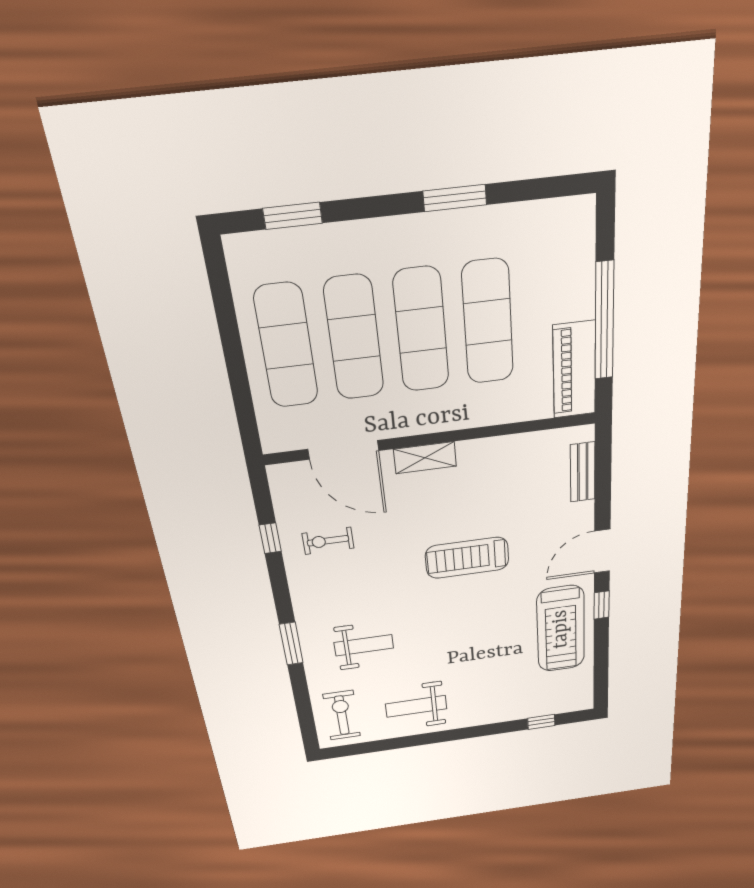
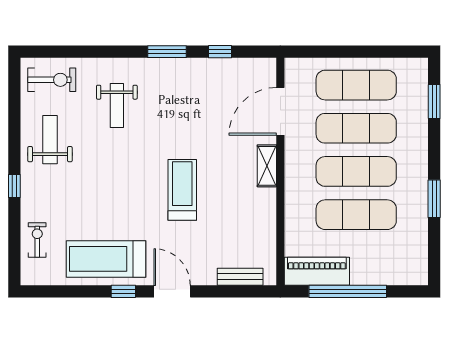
exercise bike: (328, 541) -> (37, 240), moved
window: (291, 644) -> (167, 52), moved
window: (541, 722) -> (14, 186), moved

